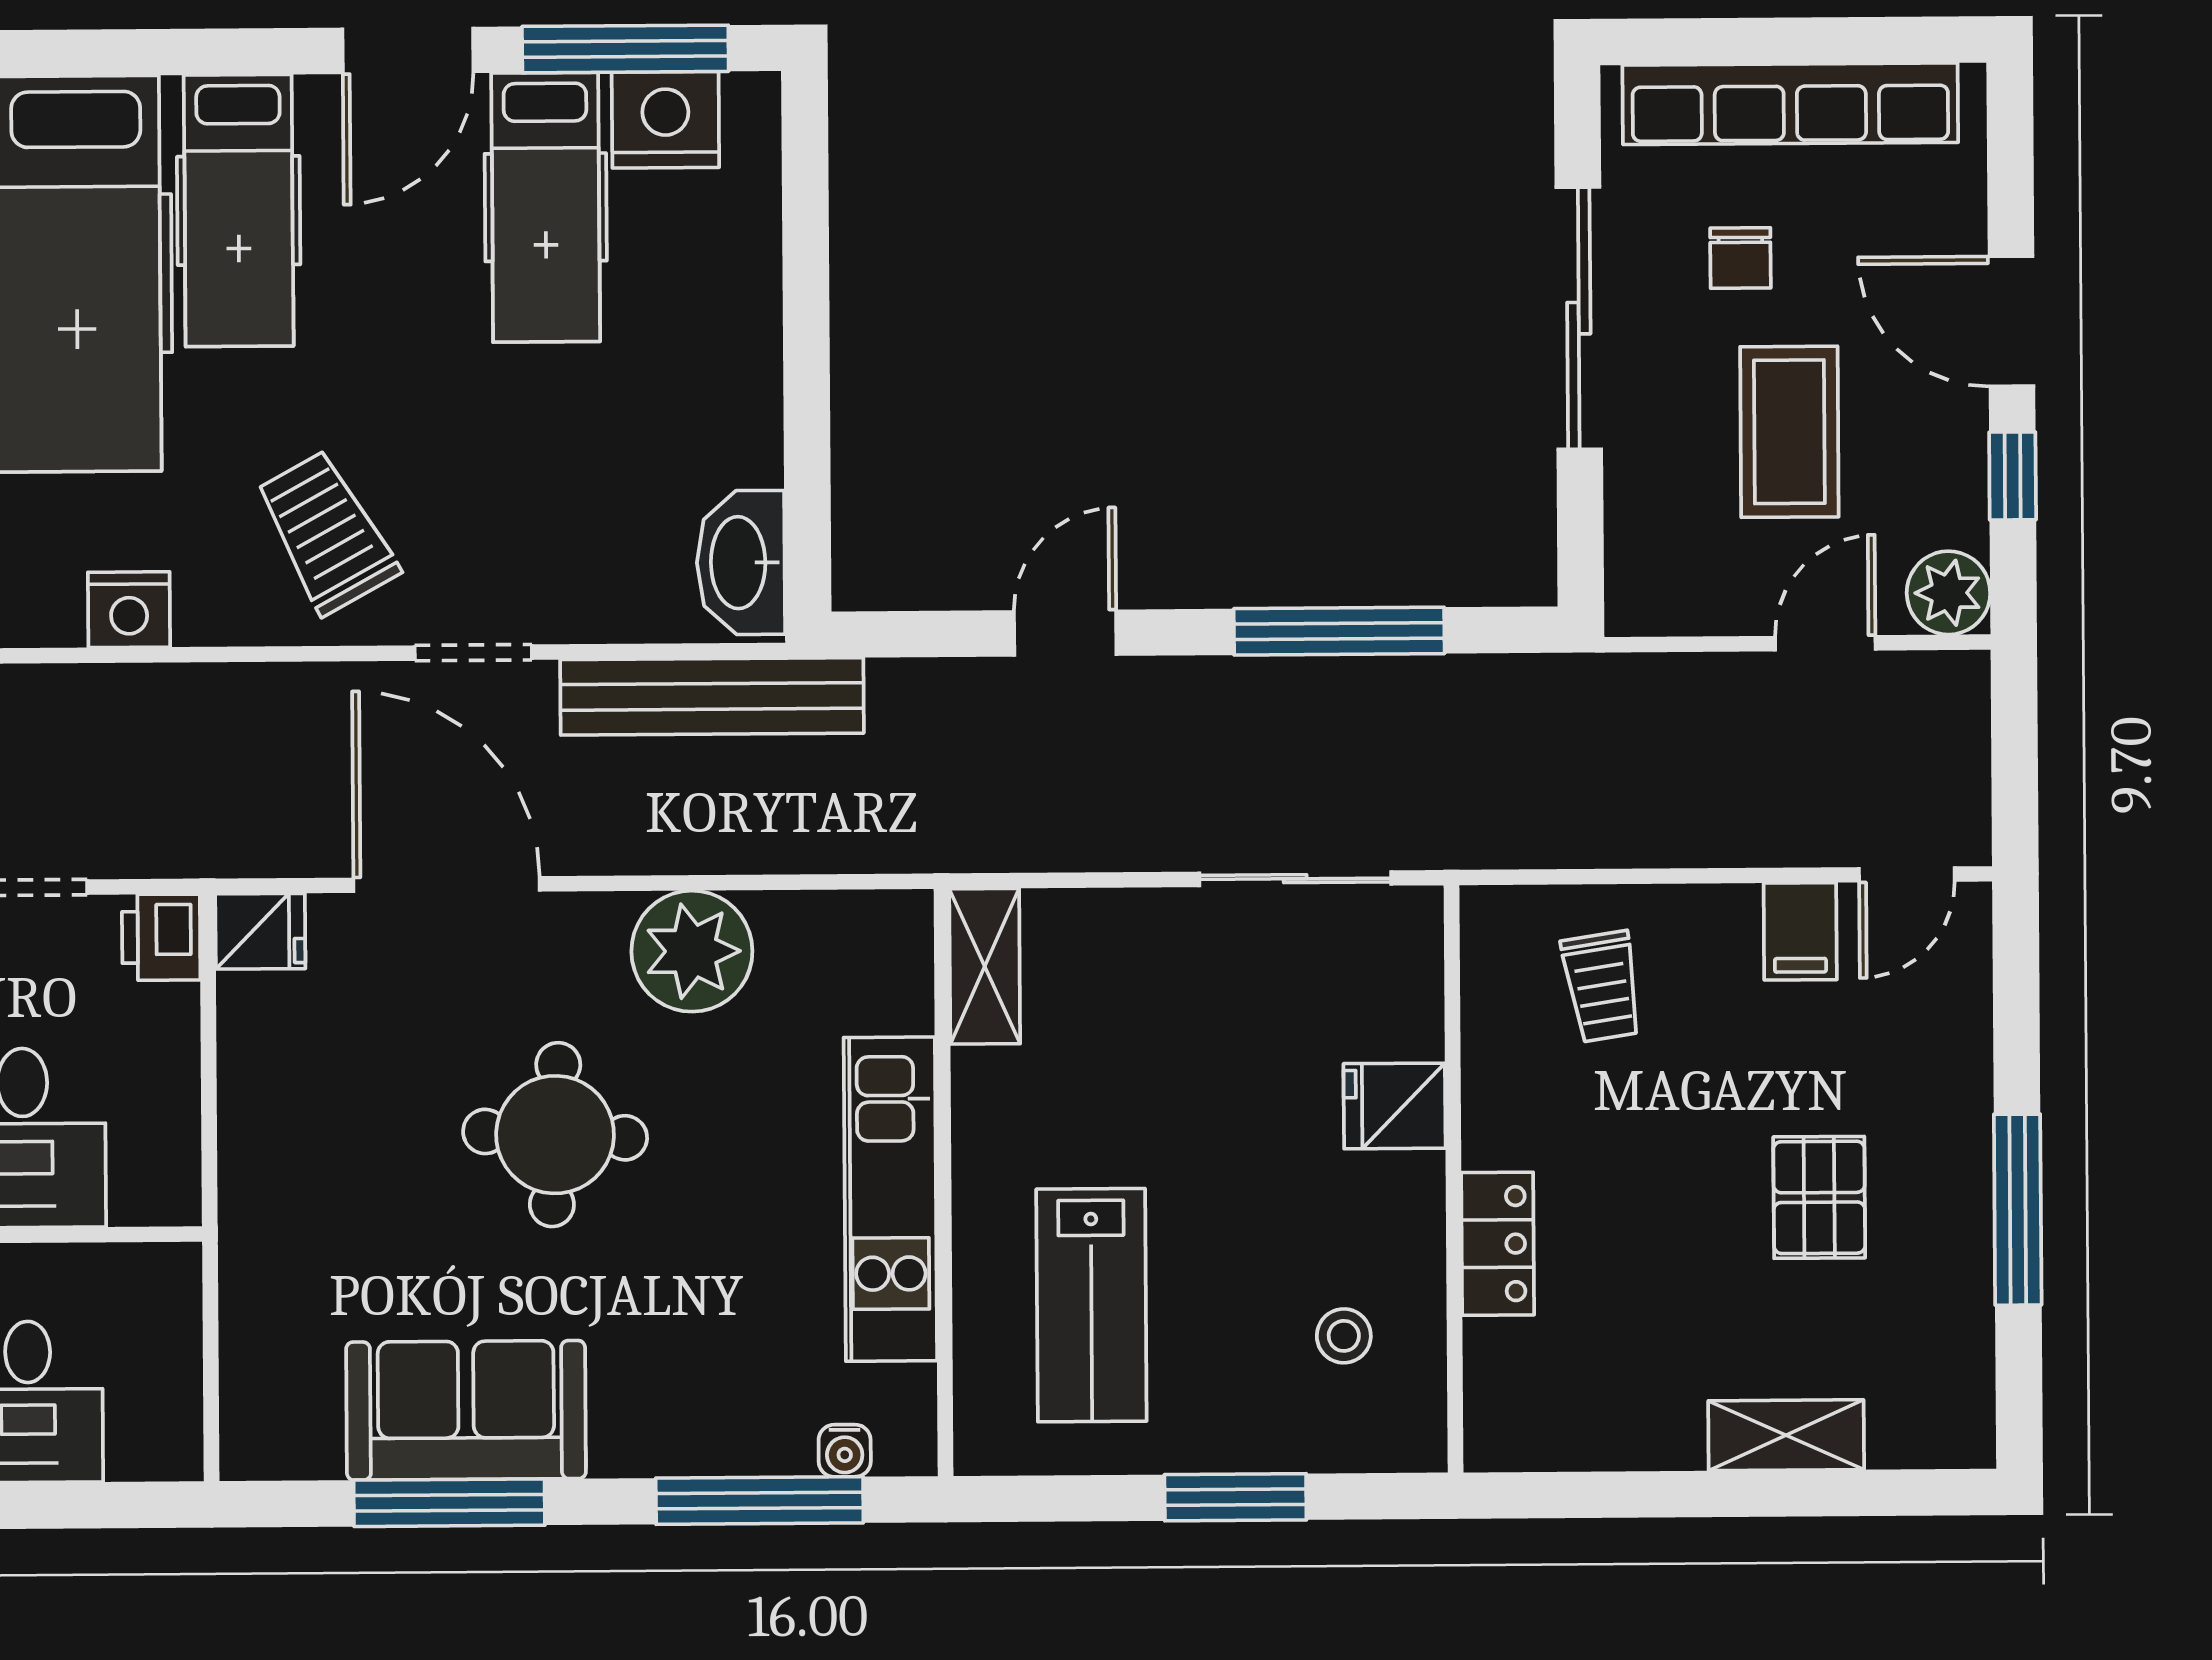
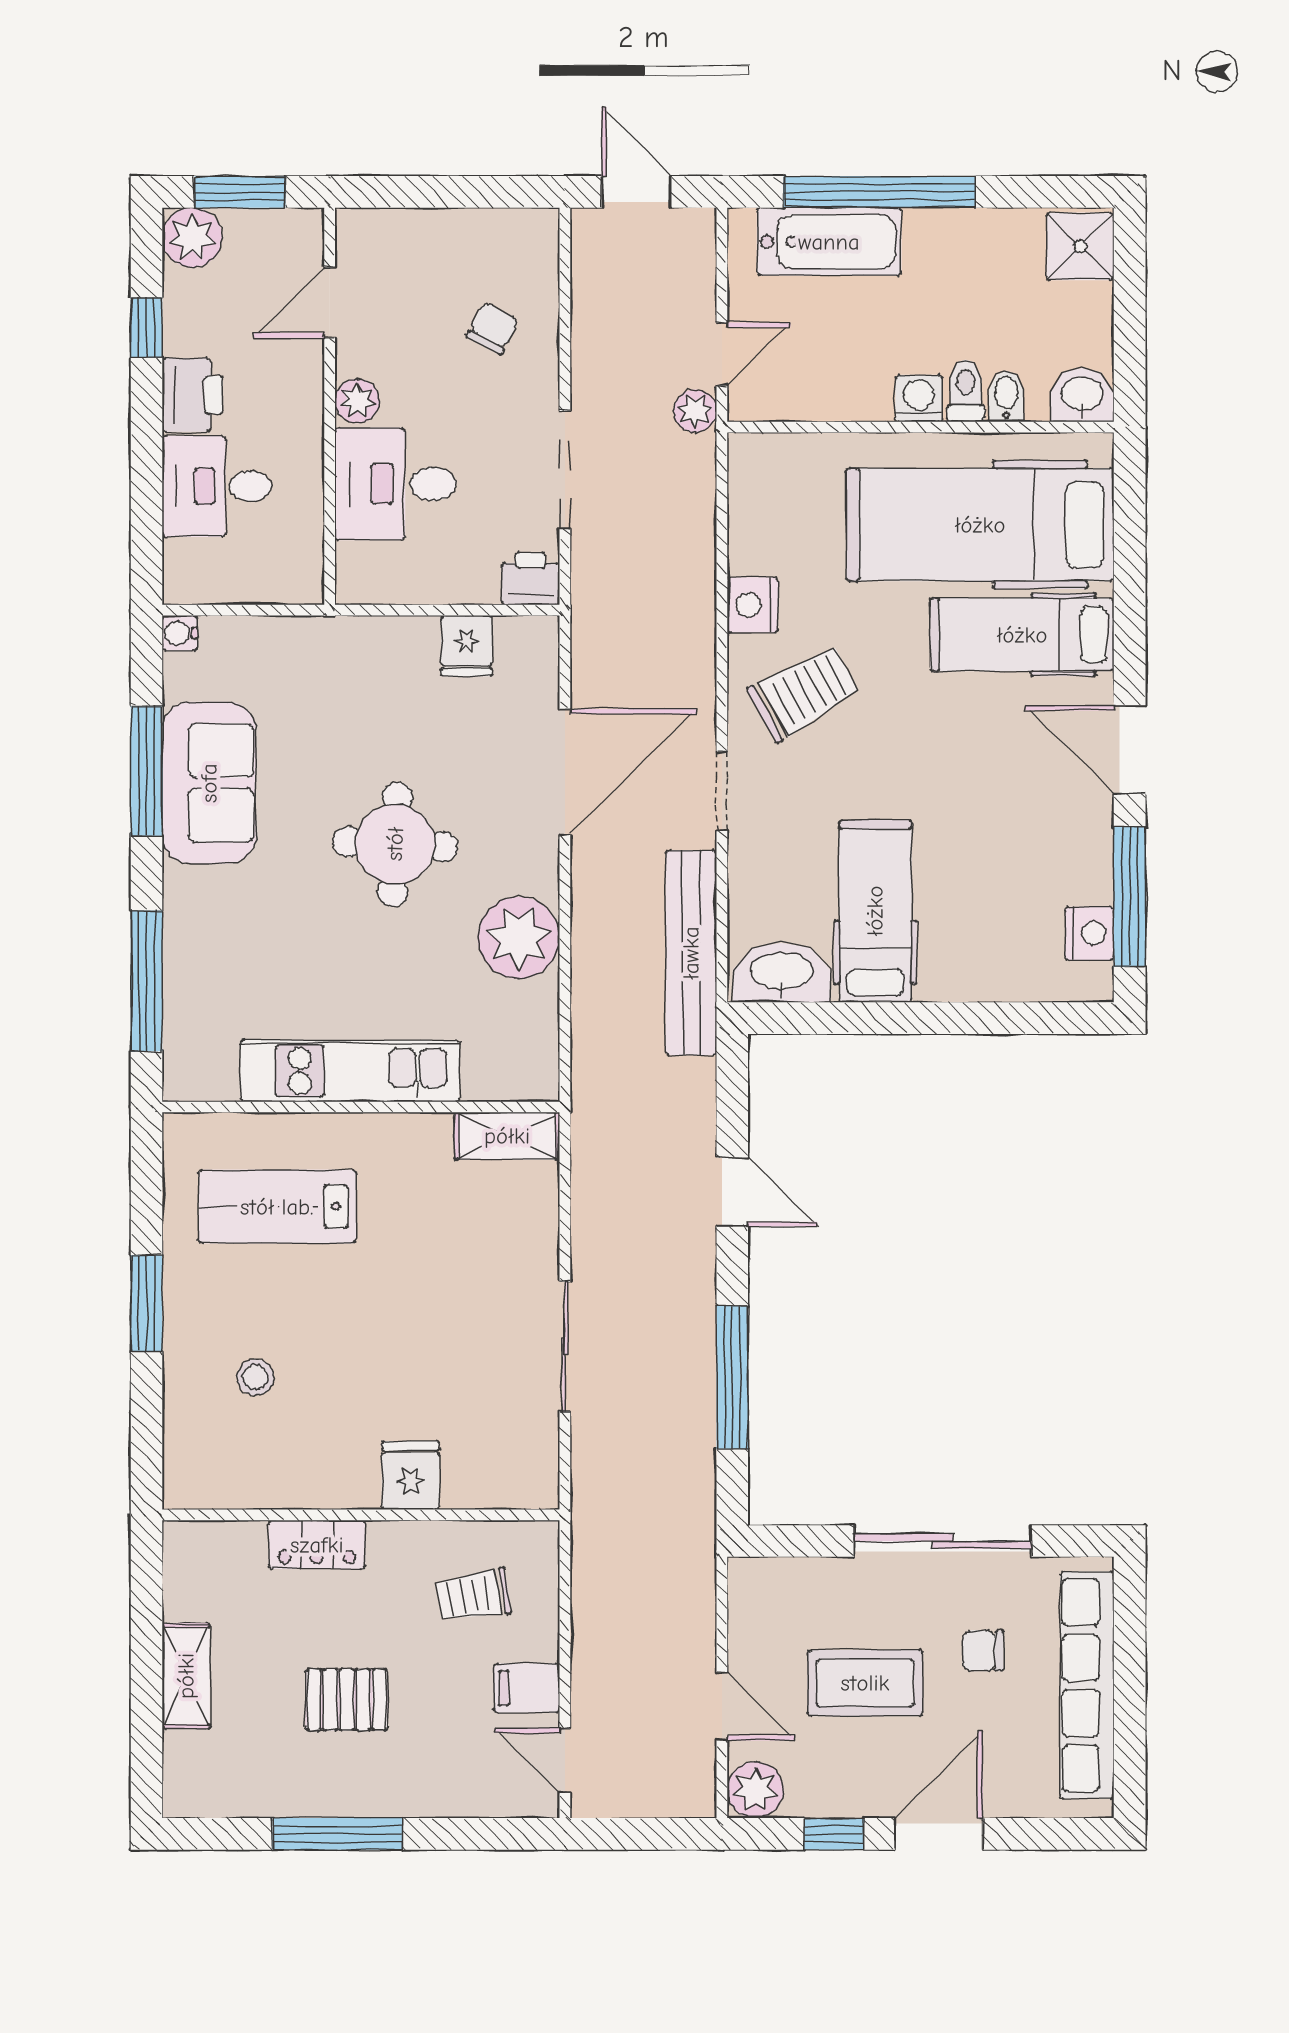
nightstand: (665, 120) -> (1090, 933), width x0.74, depth x0.75
hospital bed: (546, 207) -> (875, 911), moved, turned 90
nightstand: (129, 610) -> (752, 605), moved
fridge: (260, 931) -> (466, 646), moved
trolley: (1602, 987) -> (473, 1596), moved
fridge: (1395, 1106) -> (411, 1475), moved
wall: (1453, 1179) -> (361, 1515), moved
locker: (1498, 1244) -> (317, 1545), moved
water cooler: (845, 1451) -> (180, 633), moved

